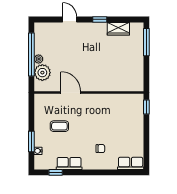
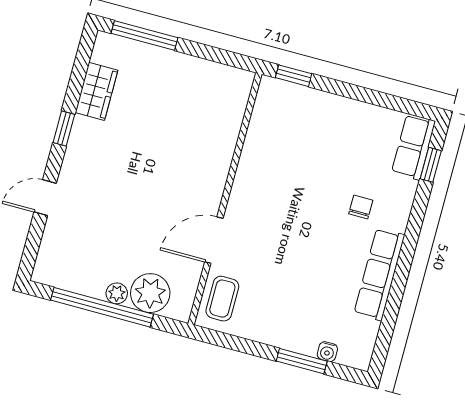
coffee table: (59, 126) -> (222, 299), moved
row of seats: (69, 164) -> (379, 274), width x1.48
window: (56, 172) -> (431, 165), moved

